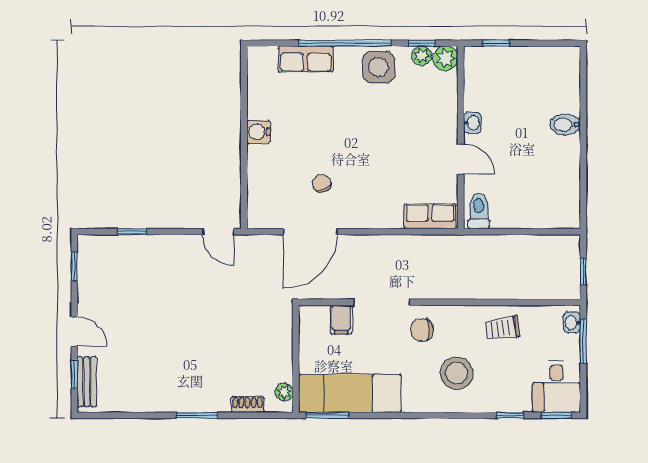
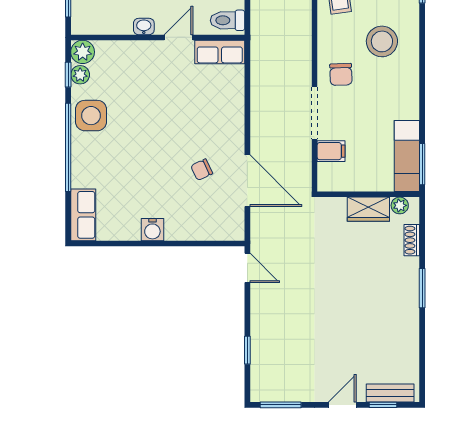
row of seats: (306, 59) -> (83, 215), moved
row of seats: (430, 216) -> (220, 52), moved, turned -90
door: (218, 232) -> (247, 268), hinge flipped
window: (74, 267) -> (281, 405), width x1.50
wardrobe: (280, 359) -> (368, 209), added
exam couch: (350, 393) -> (407, 156), width x0.73, depth x0.69

